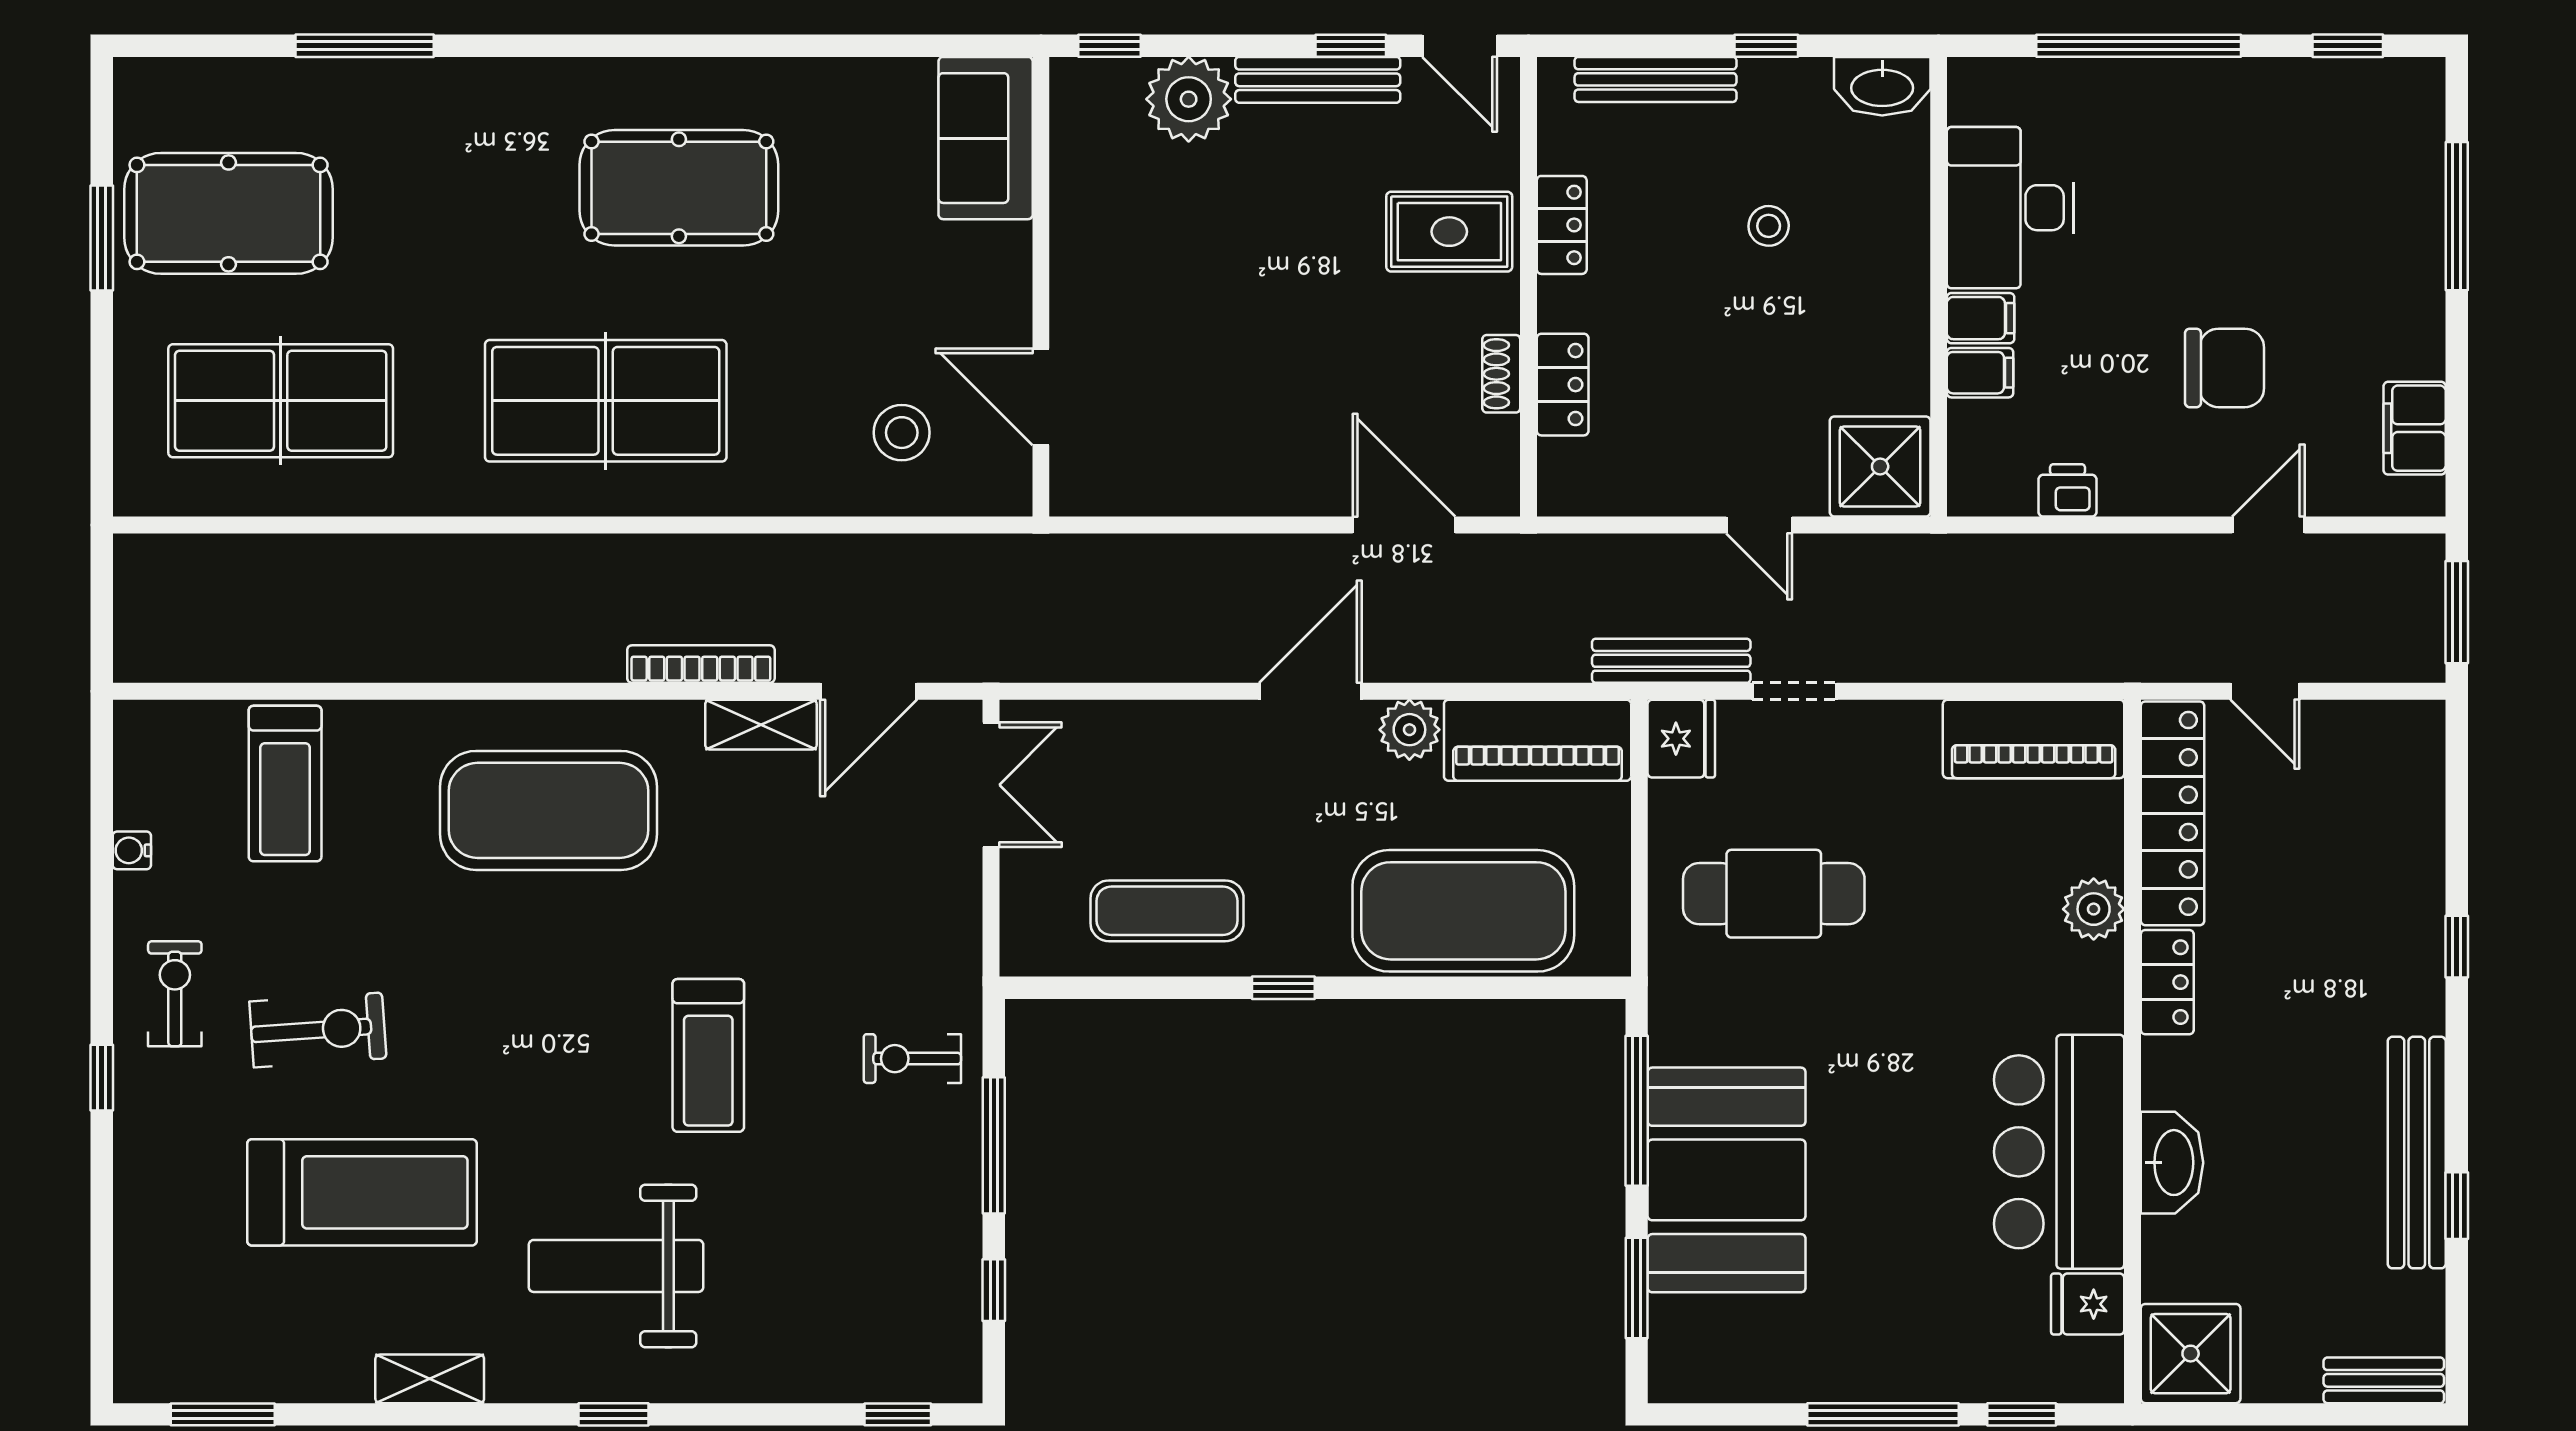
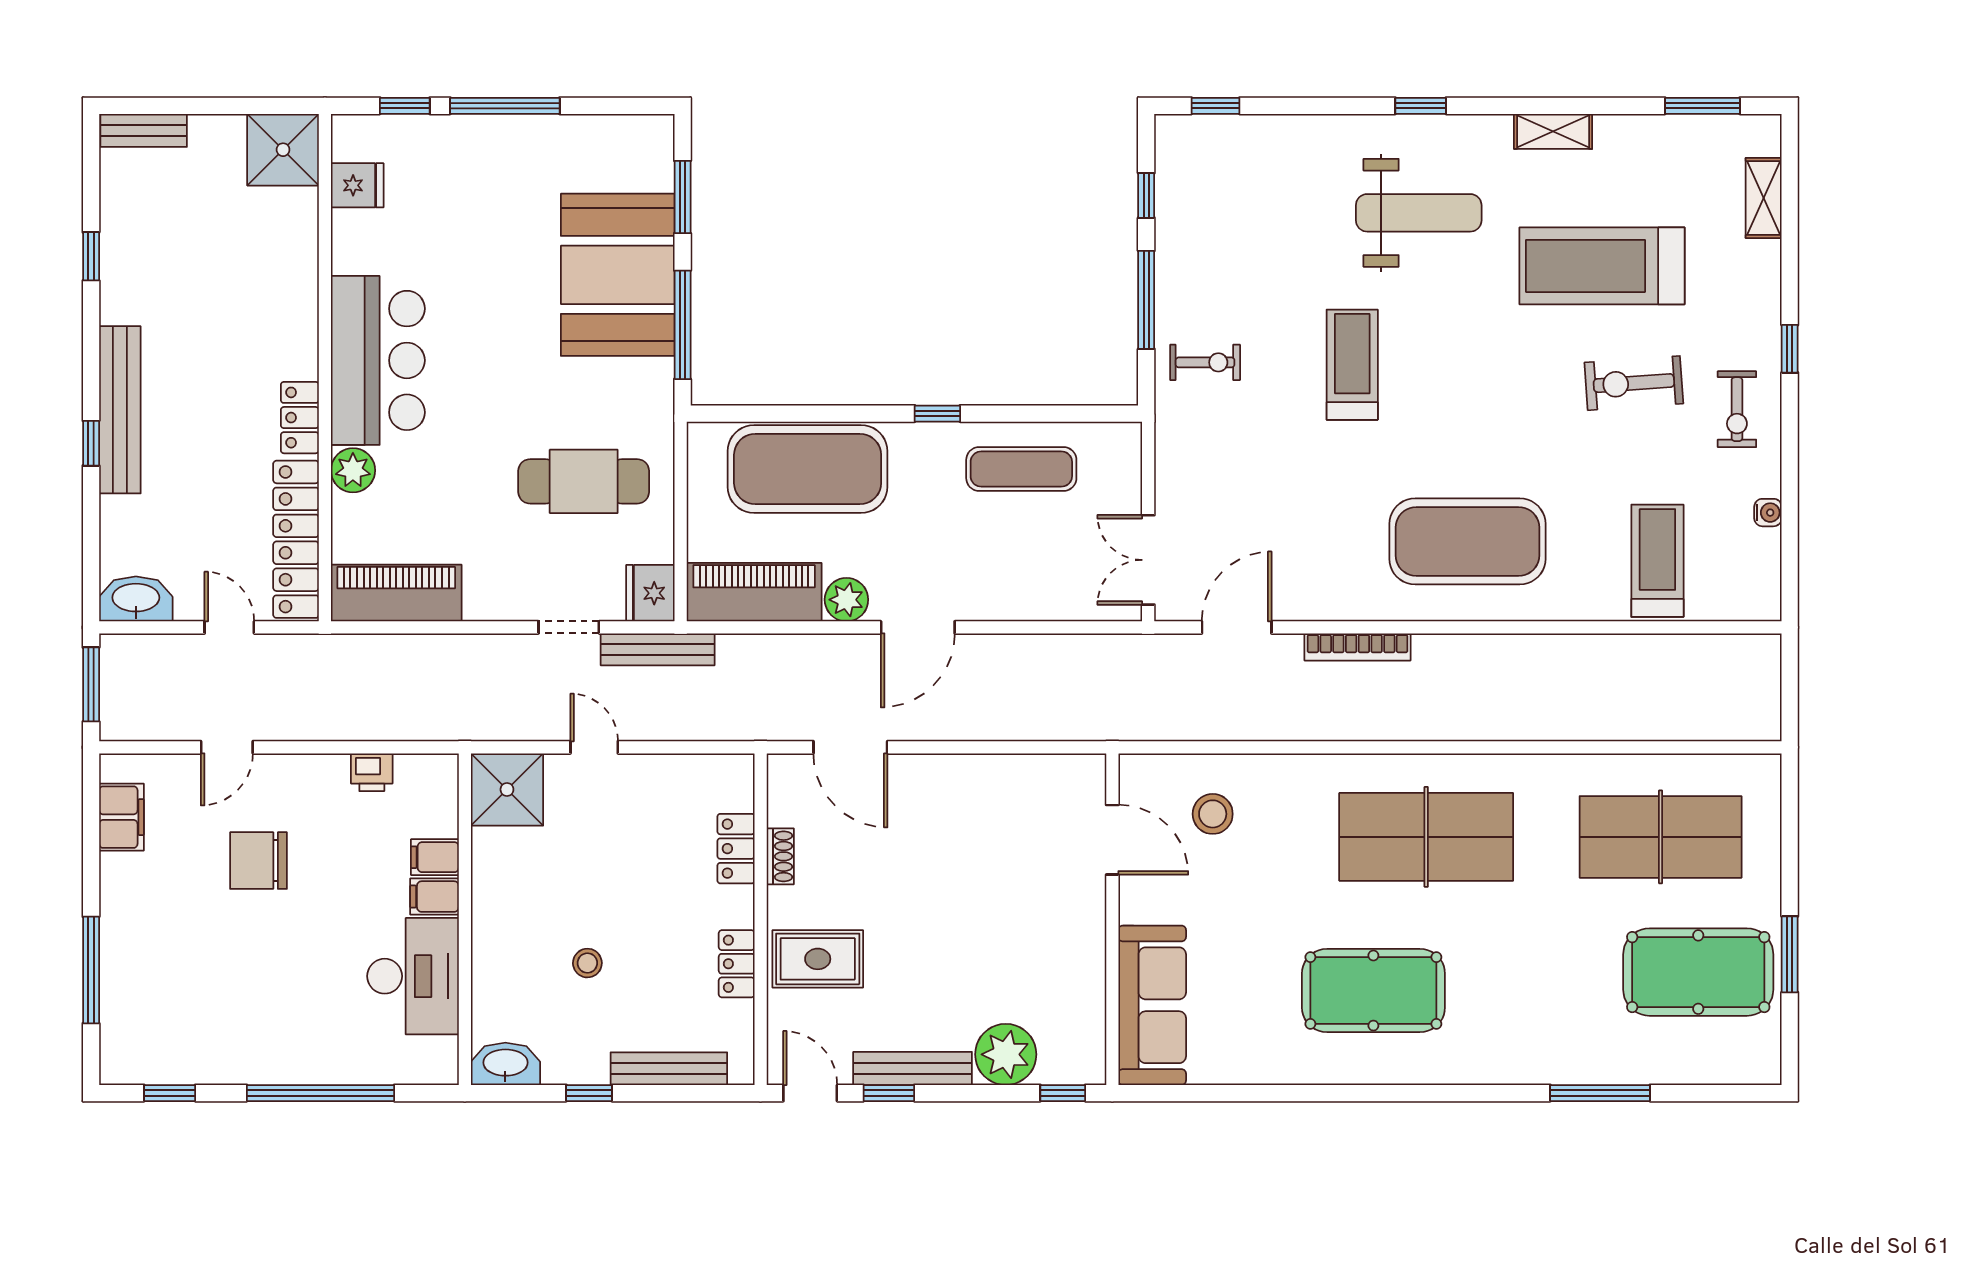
sofa: (986, 138) -> (1152, 1005), width x1.36
shelving: (761, 725) -> (1764, 198), moved, turned 90
bar counter: (2059, 1152) -> (378, 360), moved
bench: (2417, 1153) -> (120, 410), moved
washbasin: (2172, 1163) -> (136, 599), moved, turned 90

